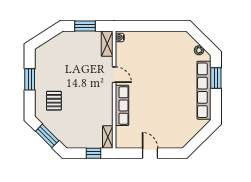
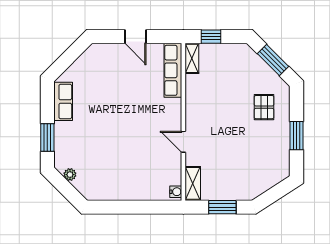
row of seats: (204, 90) -> (63, 101), width x0.50
row of seats: (122, 105) -> (173, 70), moved

